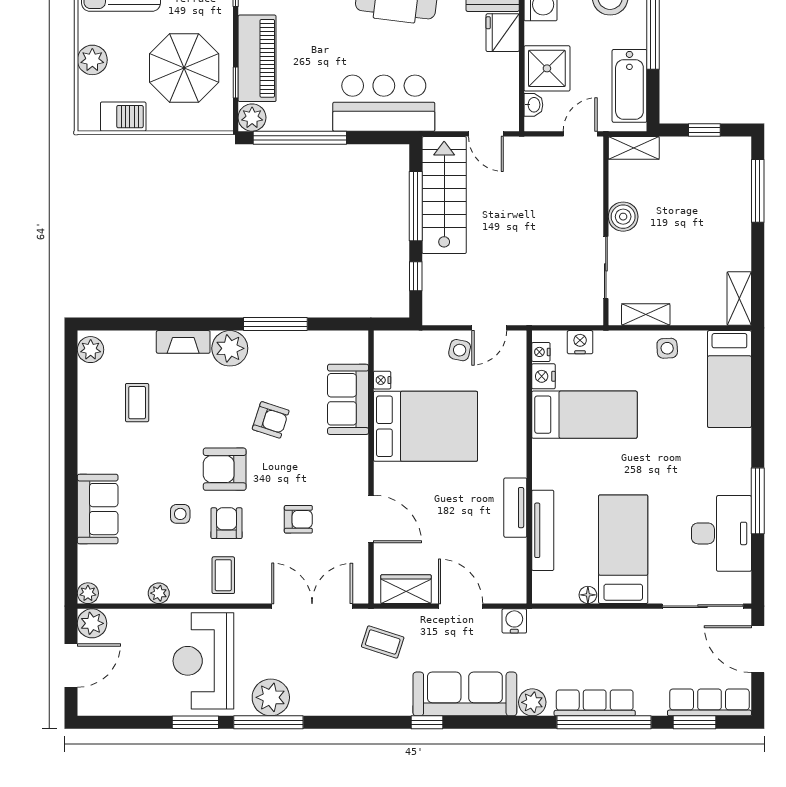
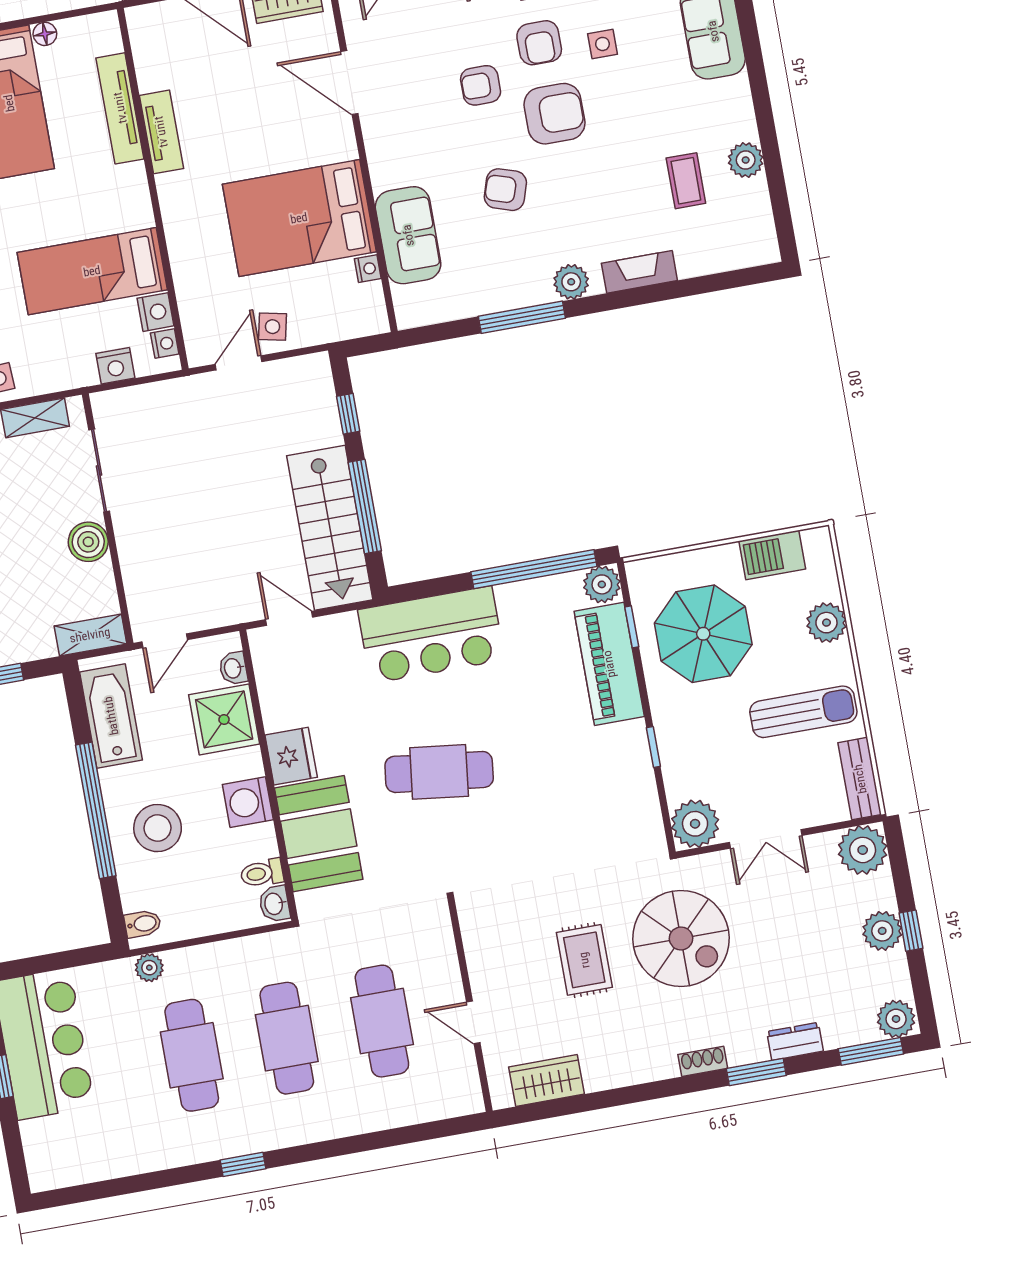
plant: (230, 348) -> (571, 282), width x0.73, depth x0.73
plant: (91, 350) -> (746, 160), moved
armchair: (298, 519) -> (481, 85), moved

